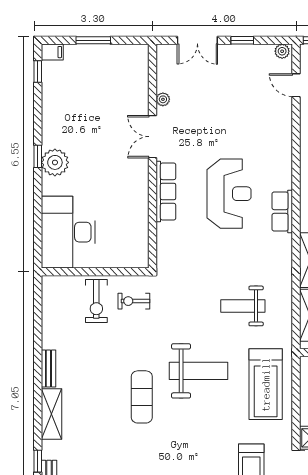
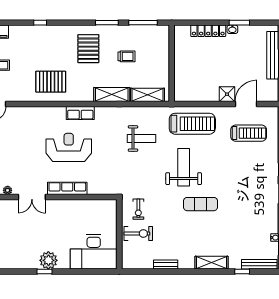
weight bench: (243, 306) -> (142, 138), turned -90
bench: (48, 369) -> (166, 265), moved

